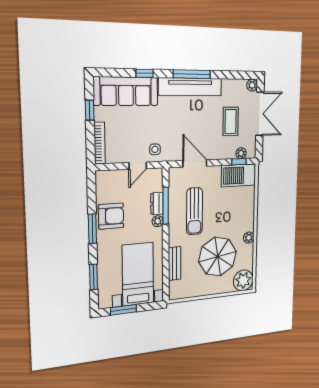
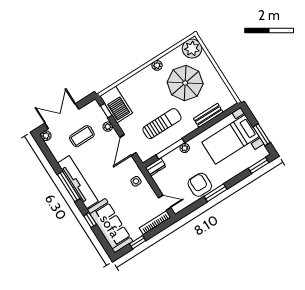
plant: (241, 153) -> (108, 127), moved
door: (138, 166) -> (165, 203), moved
dresser: (157, 204) -> (156, 167), moved
window: (94, 277) -> (259, 165), moved

